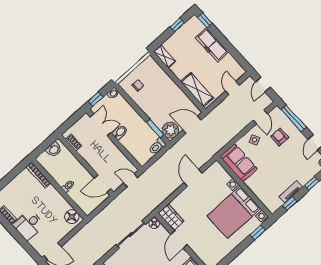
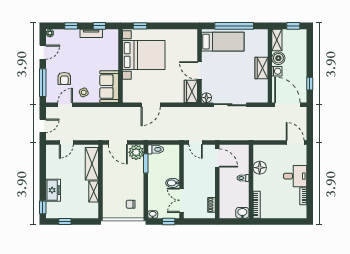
freezer: (212, 45) -> (53, 190), width x0.71
shelving: (164, 56) -> (94, 192), moved
washbasin: (54, 150) -> (242, 213), moved
floor lamp: (72, 217) -> (260, 168), moved
door: (179, 240) -> (199, 71), swing flipped

